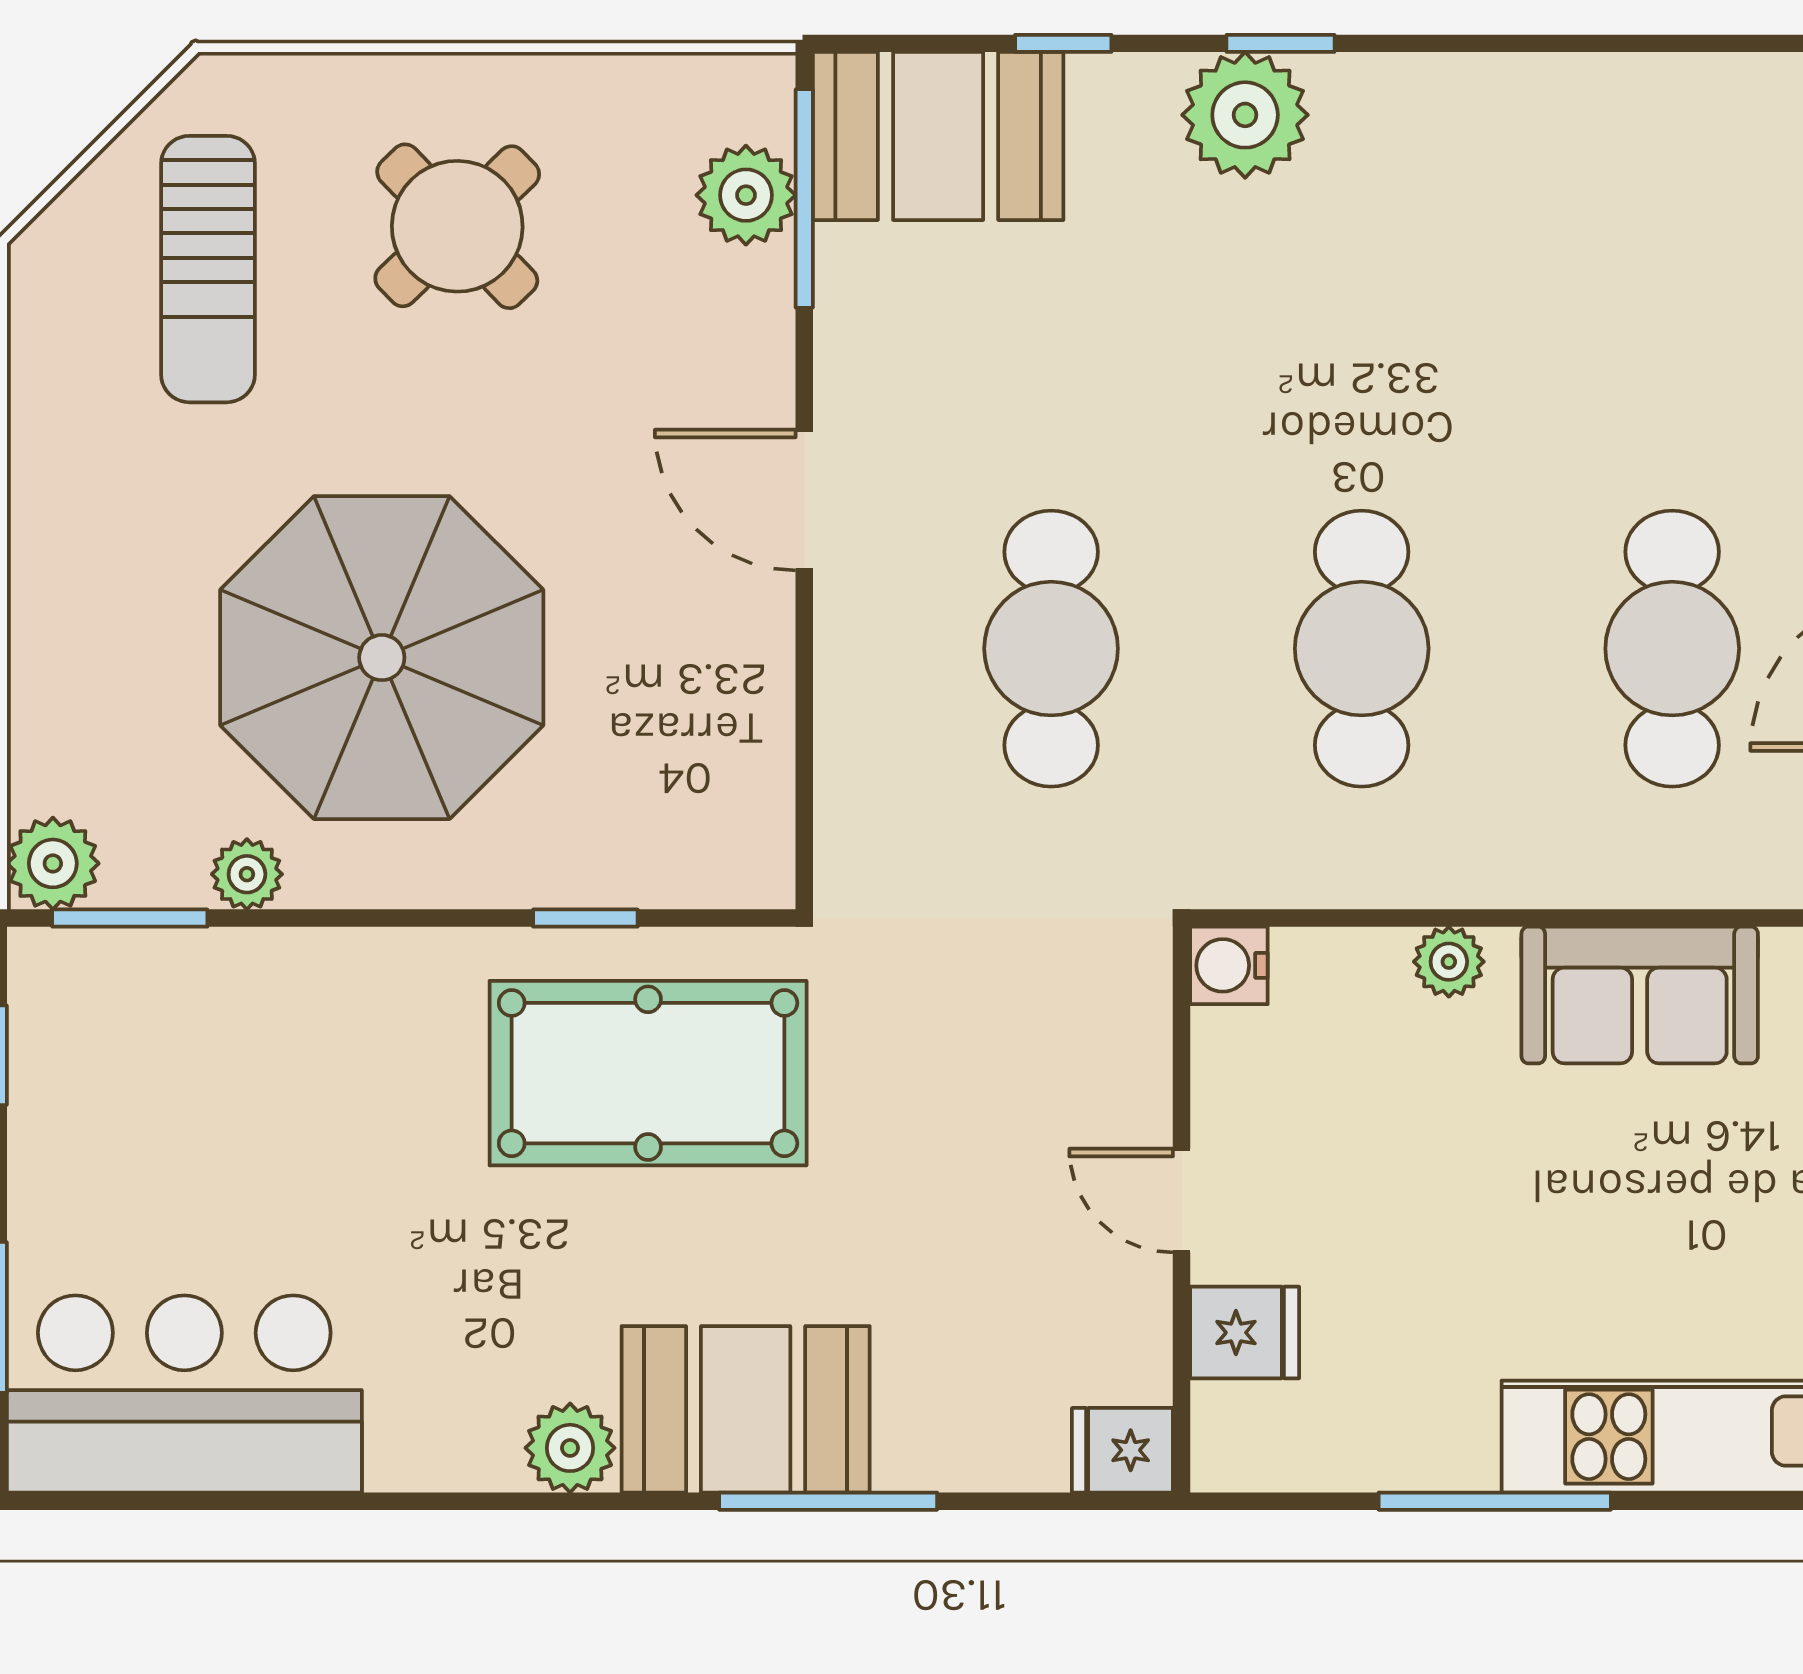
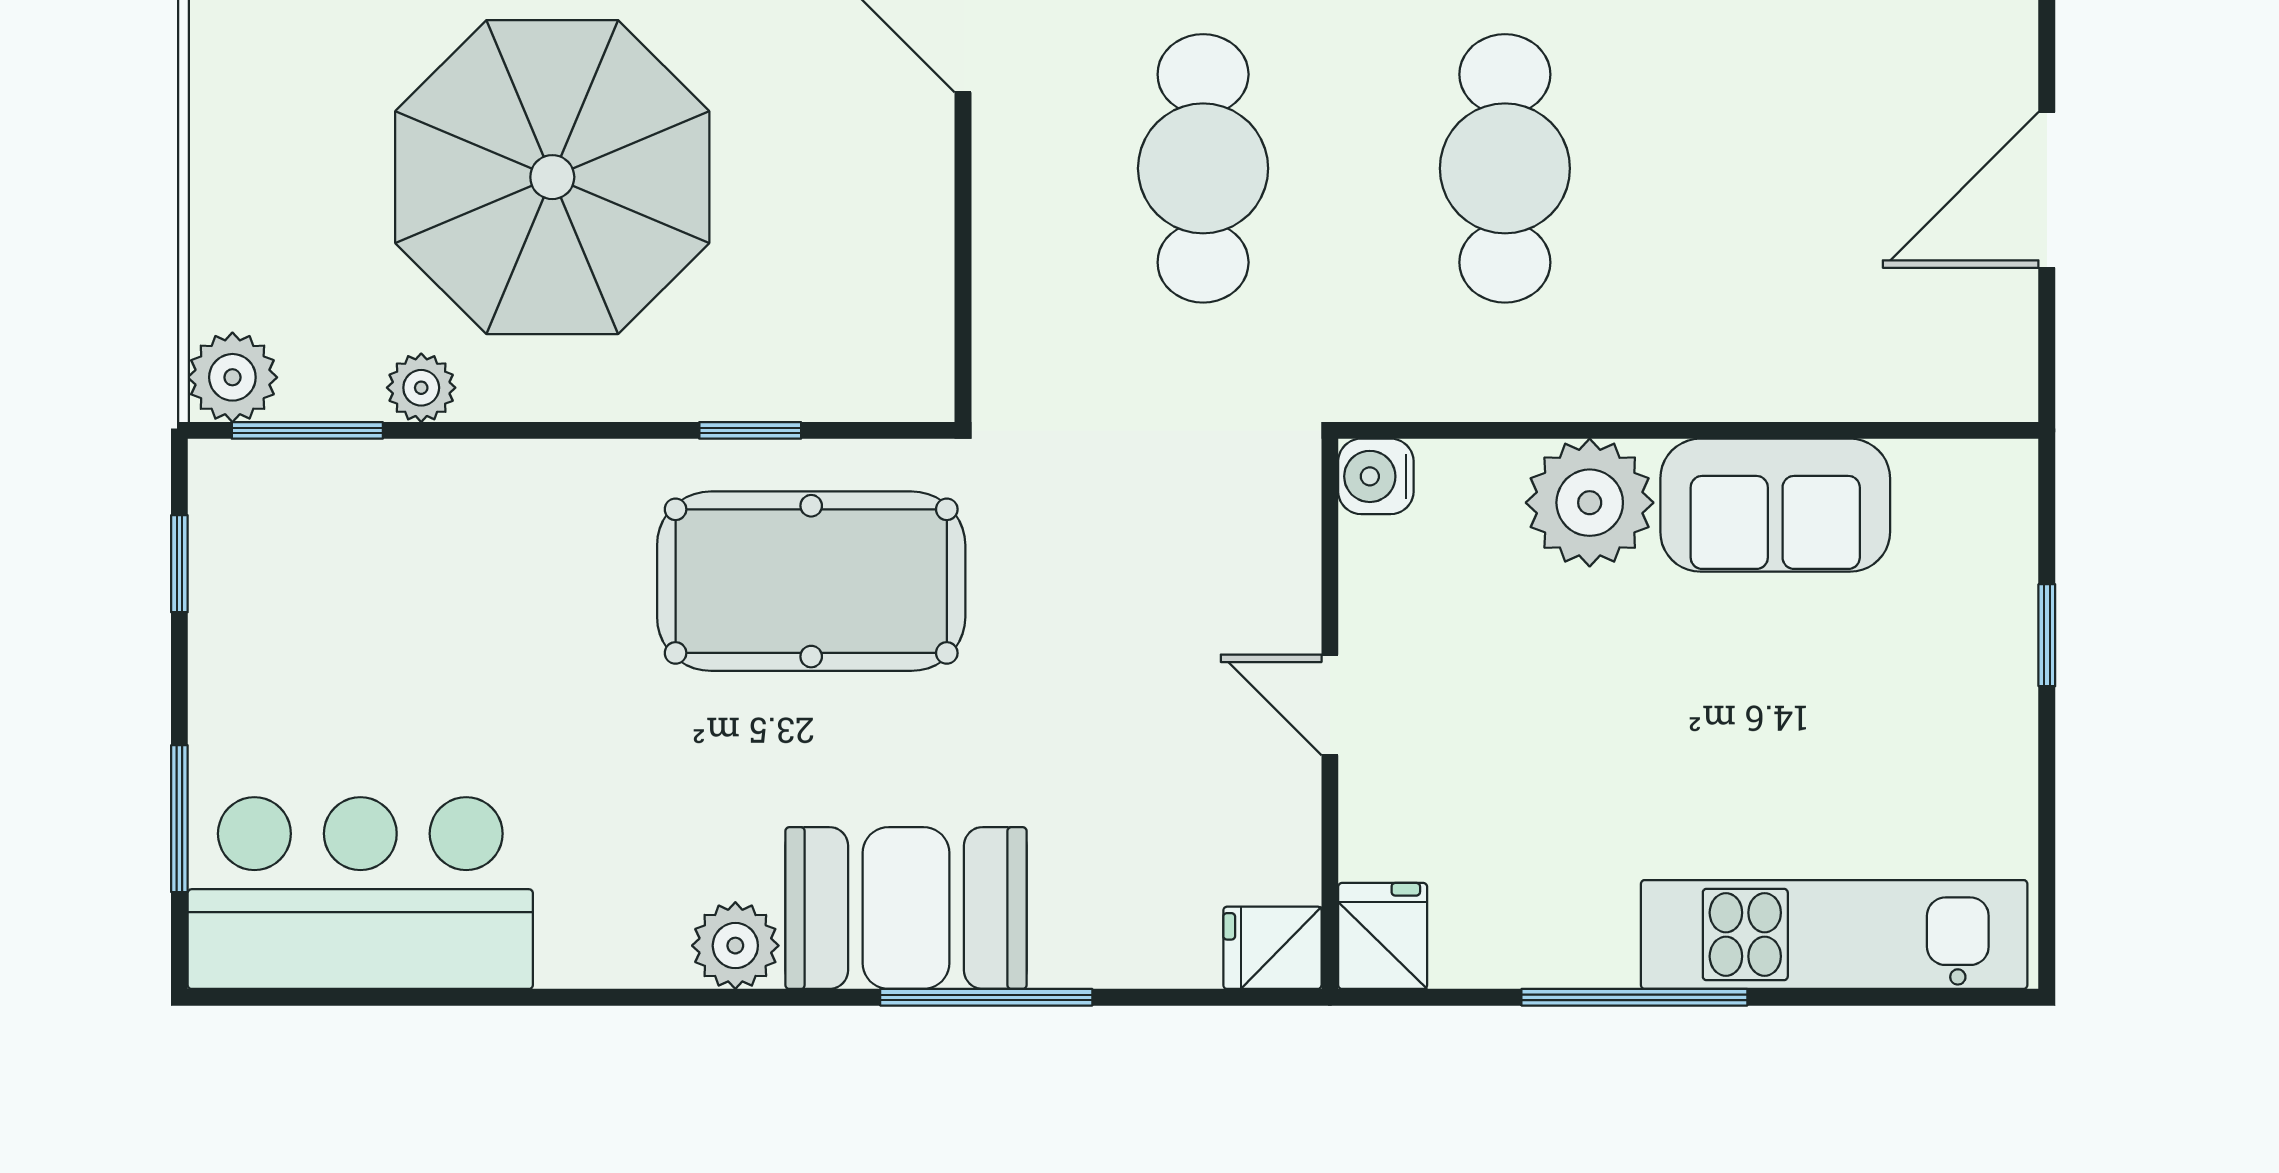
cafe table: (1672, 649) -> (1807, 168), removed
plant: (1449, 962) -> (1590, 503), width x1.88, depth x1.88
fridge: (1245, 1333) -> (1383, 936), moved, turned -90

